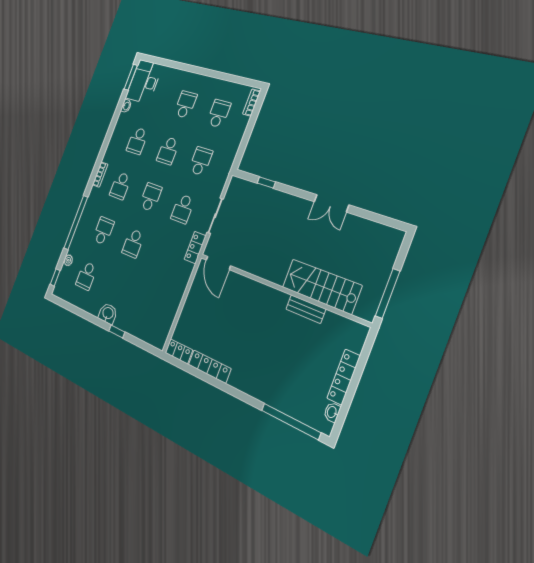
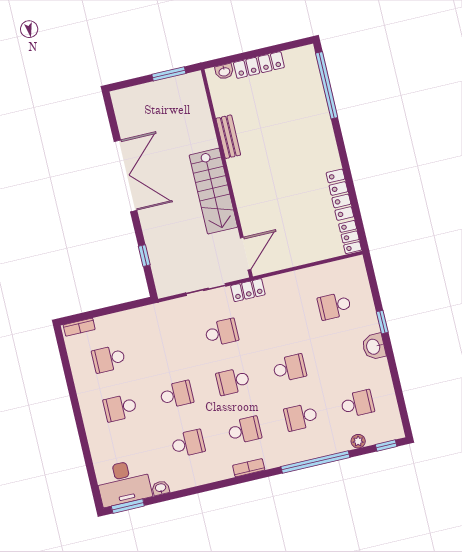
school desk: (201, 161) -> (334, 306), moved
double door: (331, 203) -> (125, 176), width x1.87
stairs: (321, 286) -> (213, 191), moved
window: (388, 293) -> (169, 74), width x0.69
washbasin: (332, 412) -> (224, 71), moved

